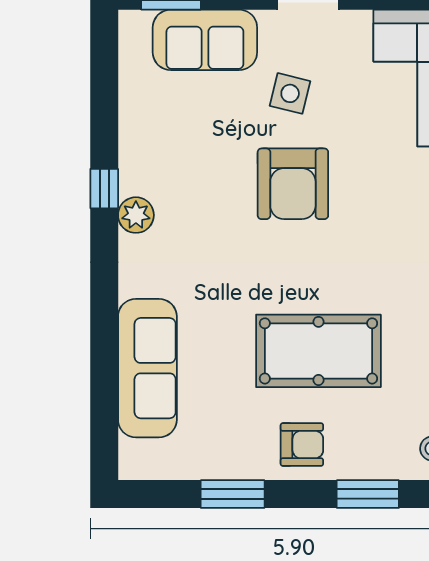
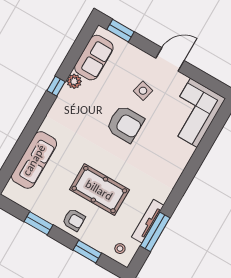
sofa: (205, 40) -> (94, 58), moved, turned -90
armchair: (293, 184) -> (125, 124), turned -90
plant: (136, 215) -> (74, 81), moved

